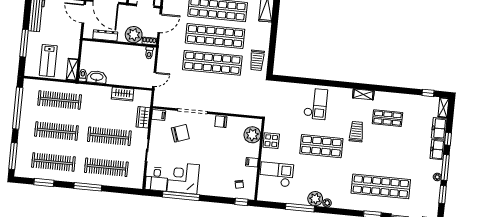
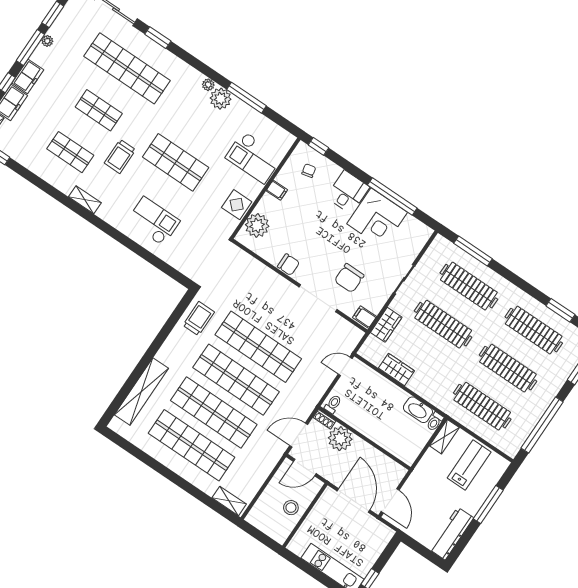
dresser: (105, 35) -> (378, 458), removed
checkout: (316, 104) -> (153, 221), turned 90
chair: (180, 133) -> (349, 278), turned -71
shop shelf: (384, 152) -> (99, 110), added
desk: (157, 179) -> (348, 192), moved
window: (88, 187) -> (473, 251), moved

